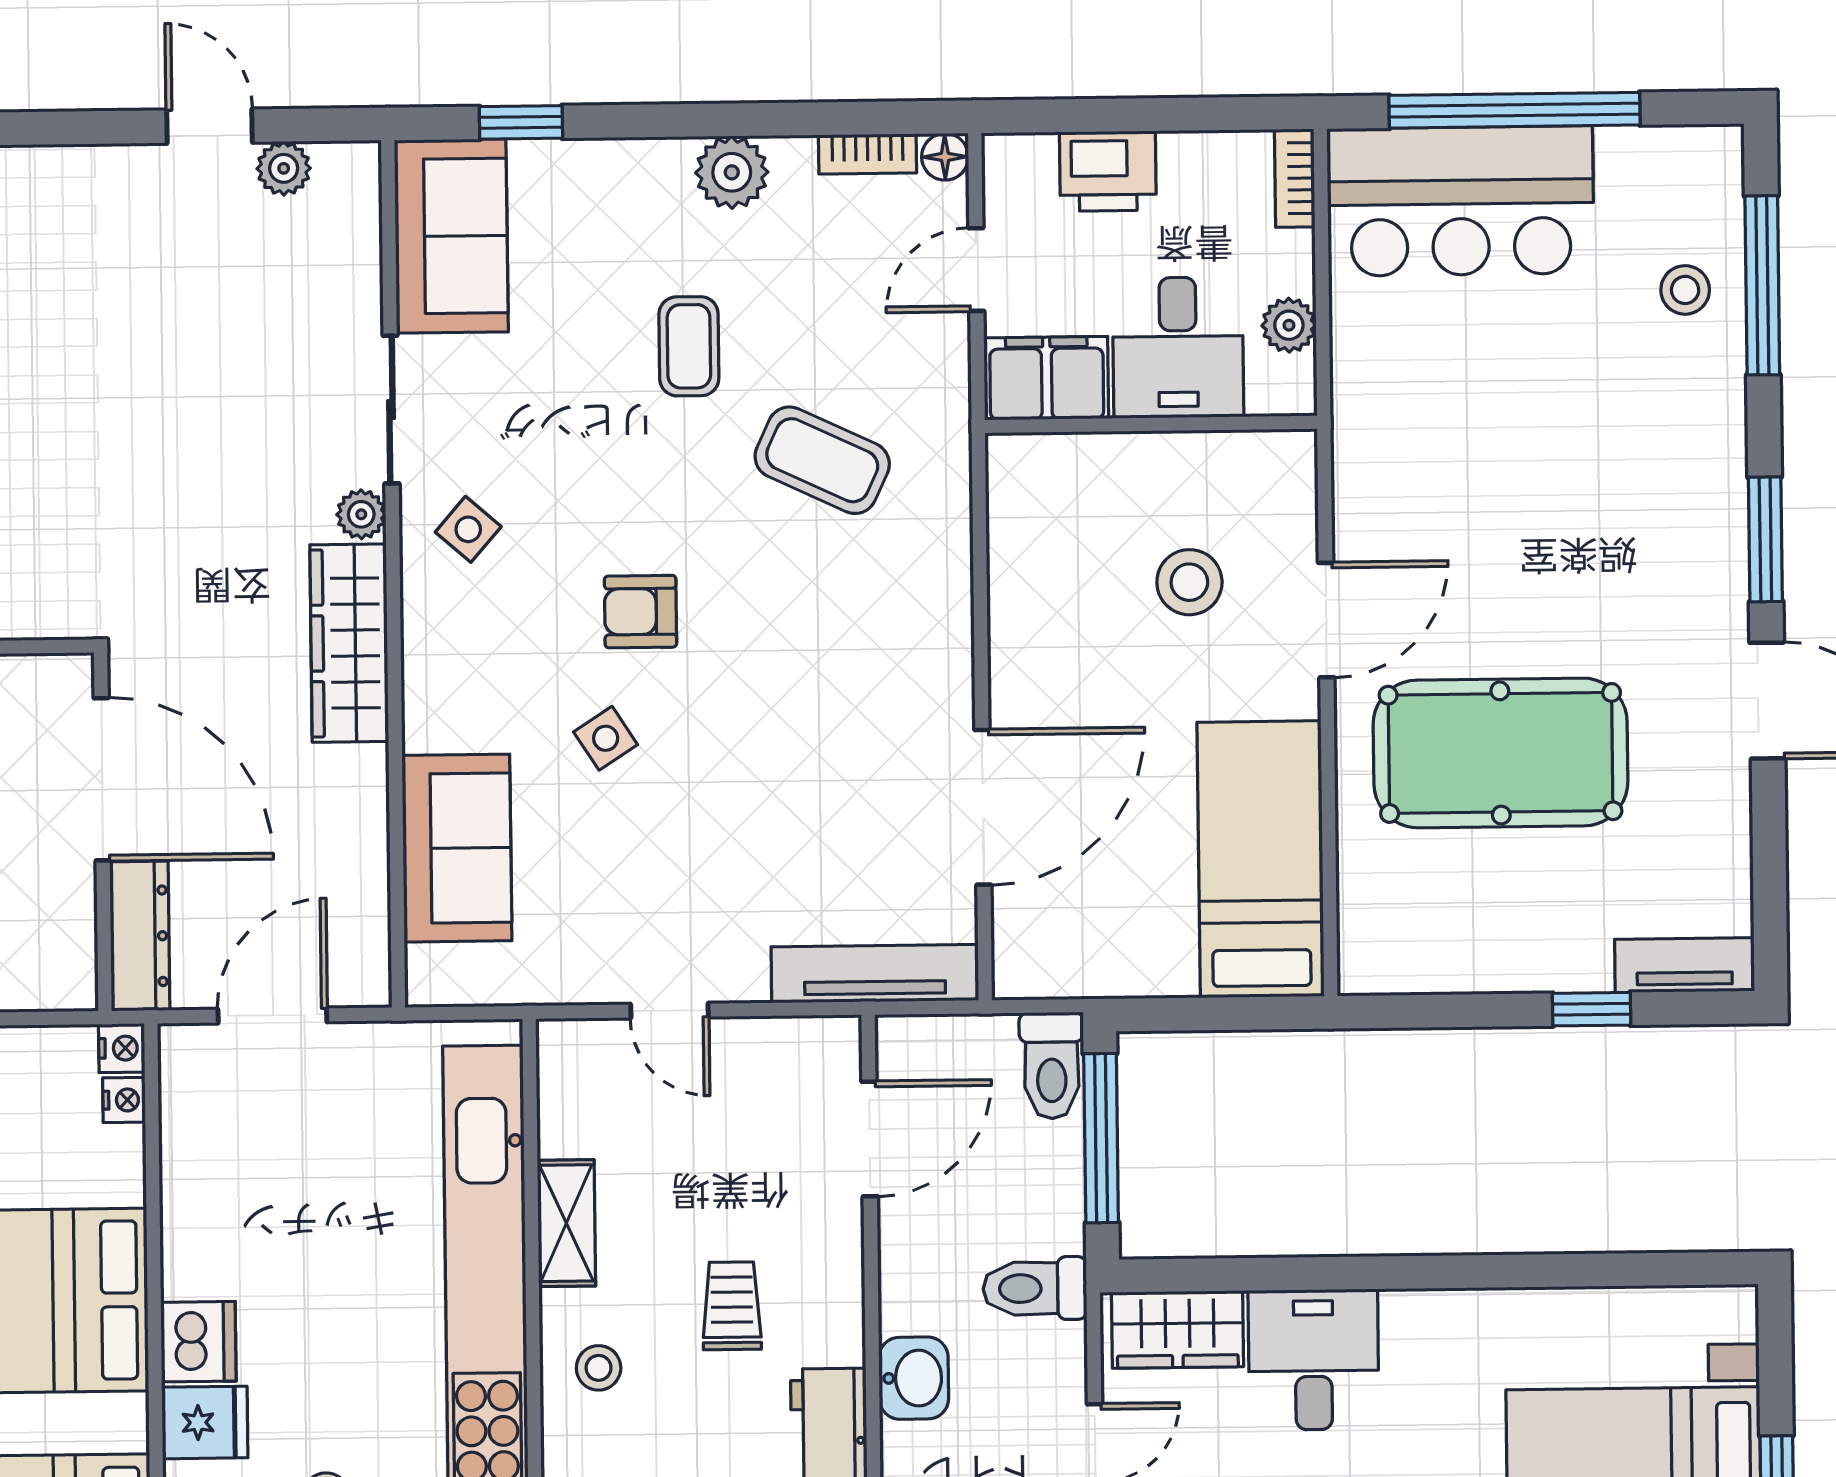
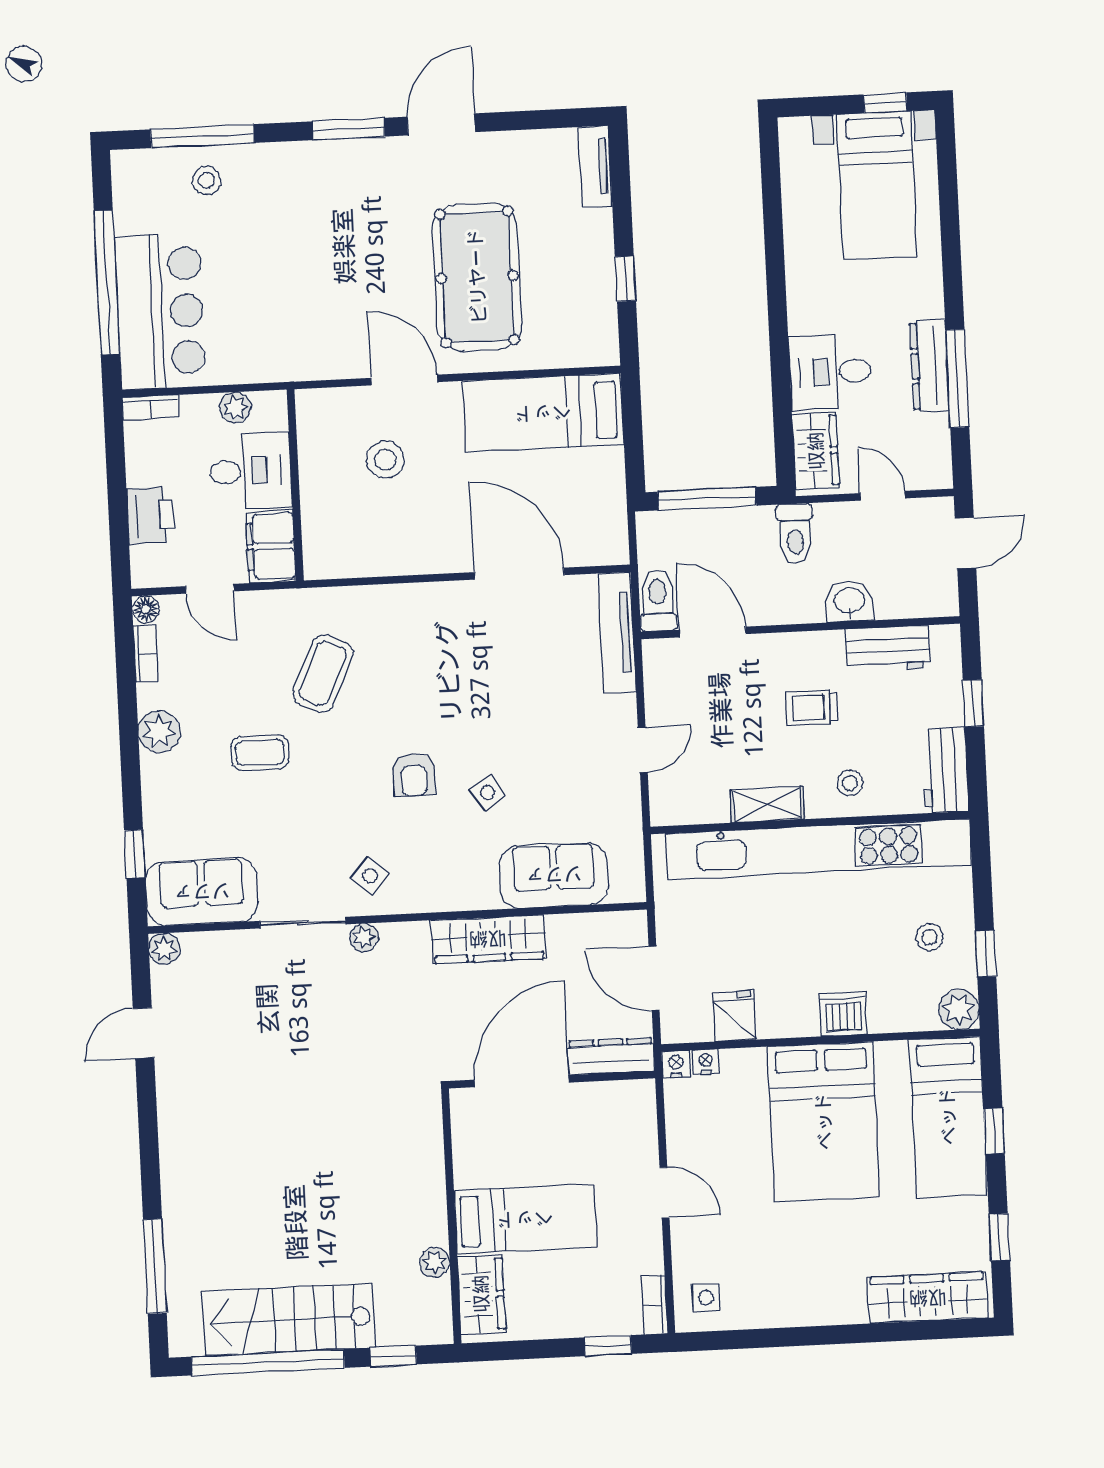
plant: (284, 168) -> (164, 949), moved
wardrobe: (349, 643) -> (488, 939), moved
window: (1592, 1009) -> (625, 279), moved
toilet: (1052, 1066) -> (658, 600), moved, turned -90
fridge: (205, 1422) -> (734, 1016), moved

